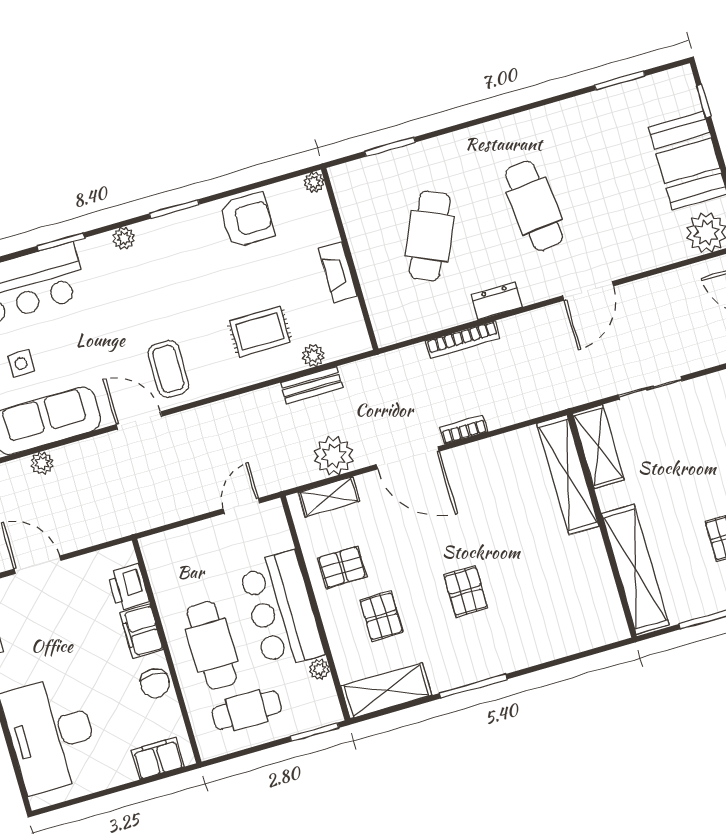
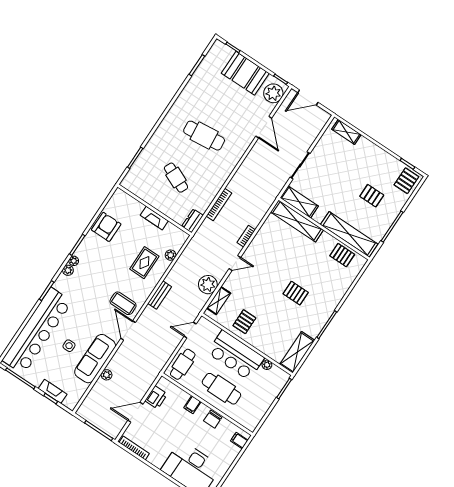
plant: (314, 182) -> (74, 261), moved
cafe table: (430, 236) -> (176, 178), width x0.73, depth x0.74
door: (588, 291) -> (264, 127), moved
dresser: (497, 301) -> (192, 221), moved
bench: (312, 385) -> (160, 295), moved
door: (139, 420) -> (128, 330), hinge flipped
door: (408, 458) -> (235, 263), width x0.53
door: (241, 506) -> (190, 330), hinge flipped
printer: (128, 587) -> (156, 397), moved, turned -90
pallet: (381, 616) -> (342, 255), moved
filing cabinet: (142, 631) -> (192, 405), width x0.50
chair: (155, 683) -> (213, 419), turned 88
cafe table: (247, 710) -> (183, 364), moved
filing cabinet: (158, 758) -> (239, 441), width x0.50

